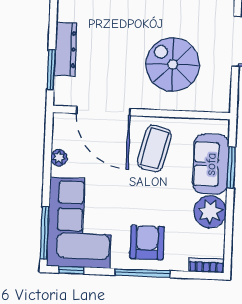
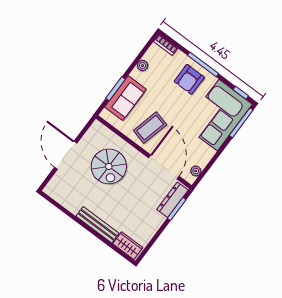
dresser: (65, 49) -> (173, 200), moved
plant: (59, 158) -> (196, 171), moved
plant: (210, 212) -> (142, 66), width x0.53, depth x0.53

